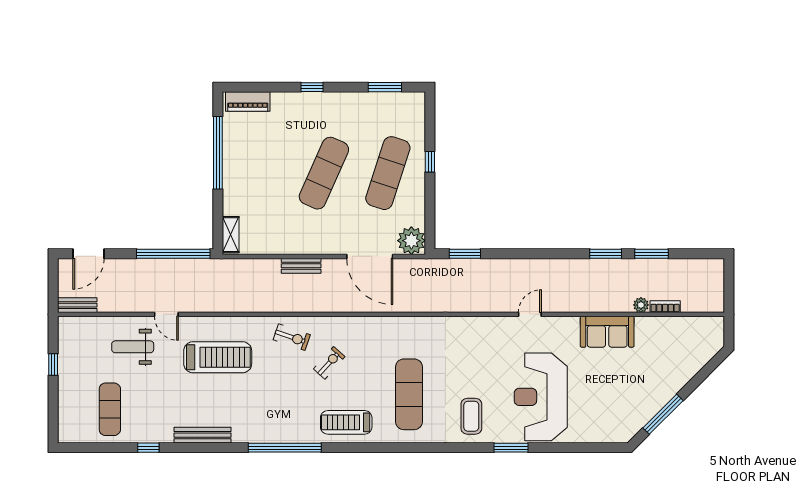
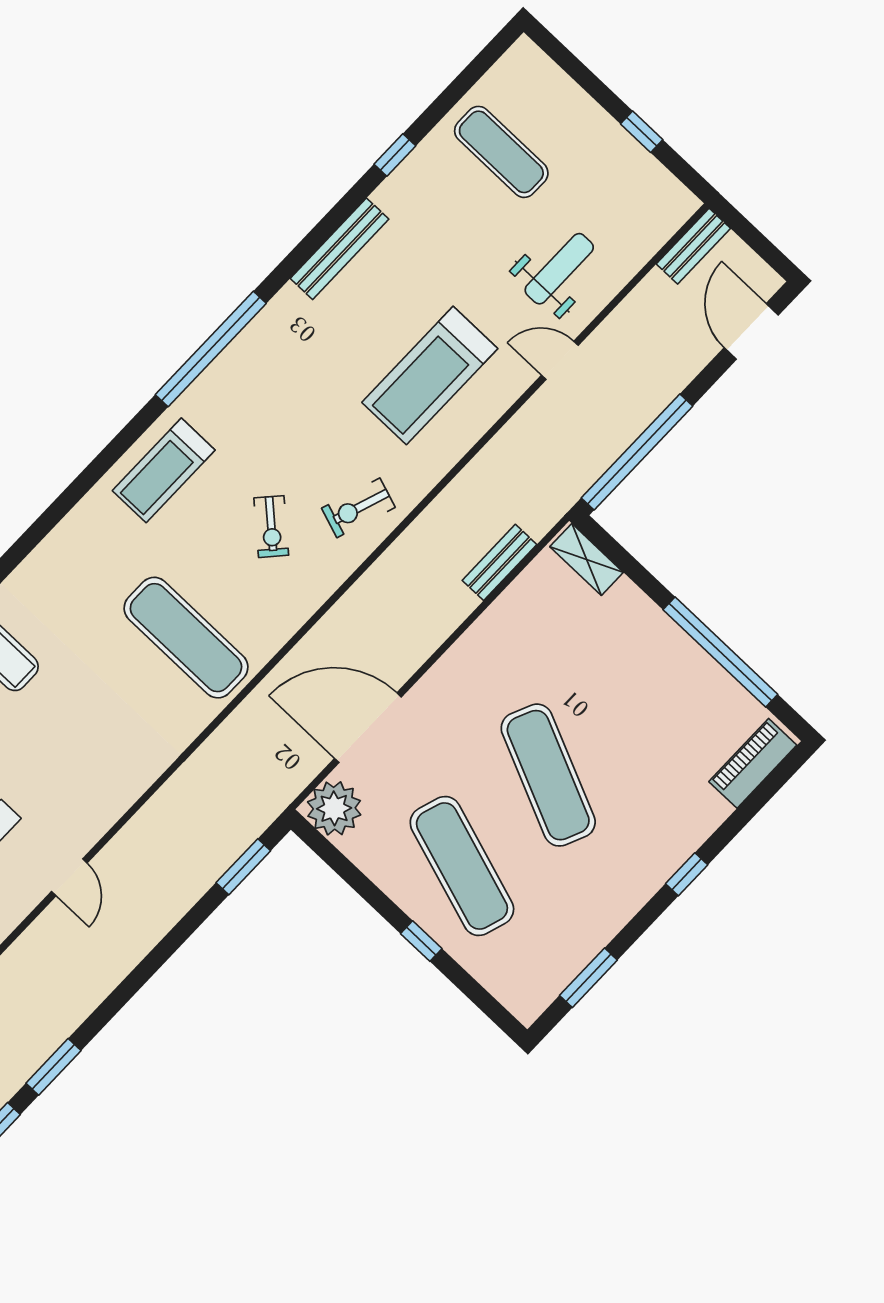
bench: (301, 266) -> (499, 562), moved
exercise mat: (409, 394) -> (186, 638), moved
treadmill: (346, 422) -> (164, 470), turned 180

